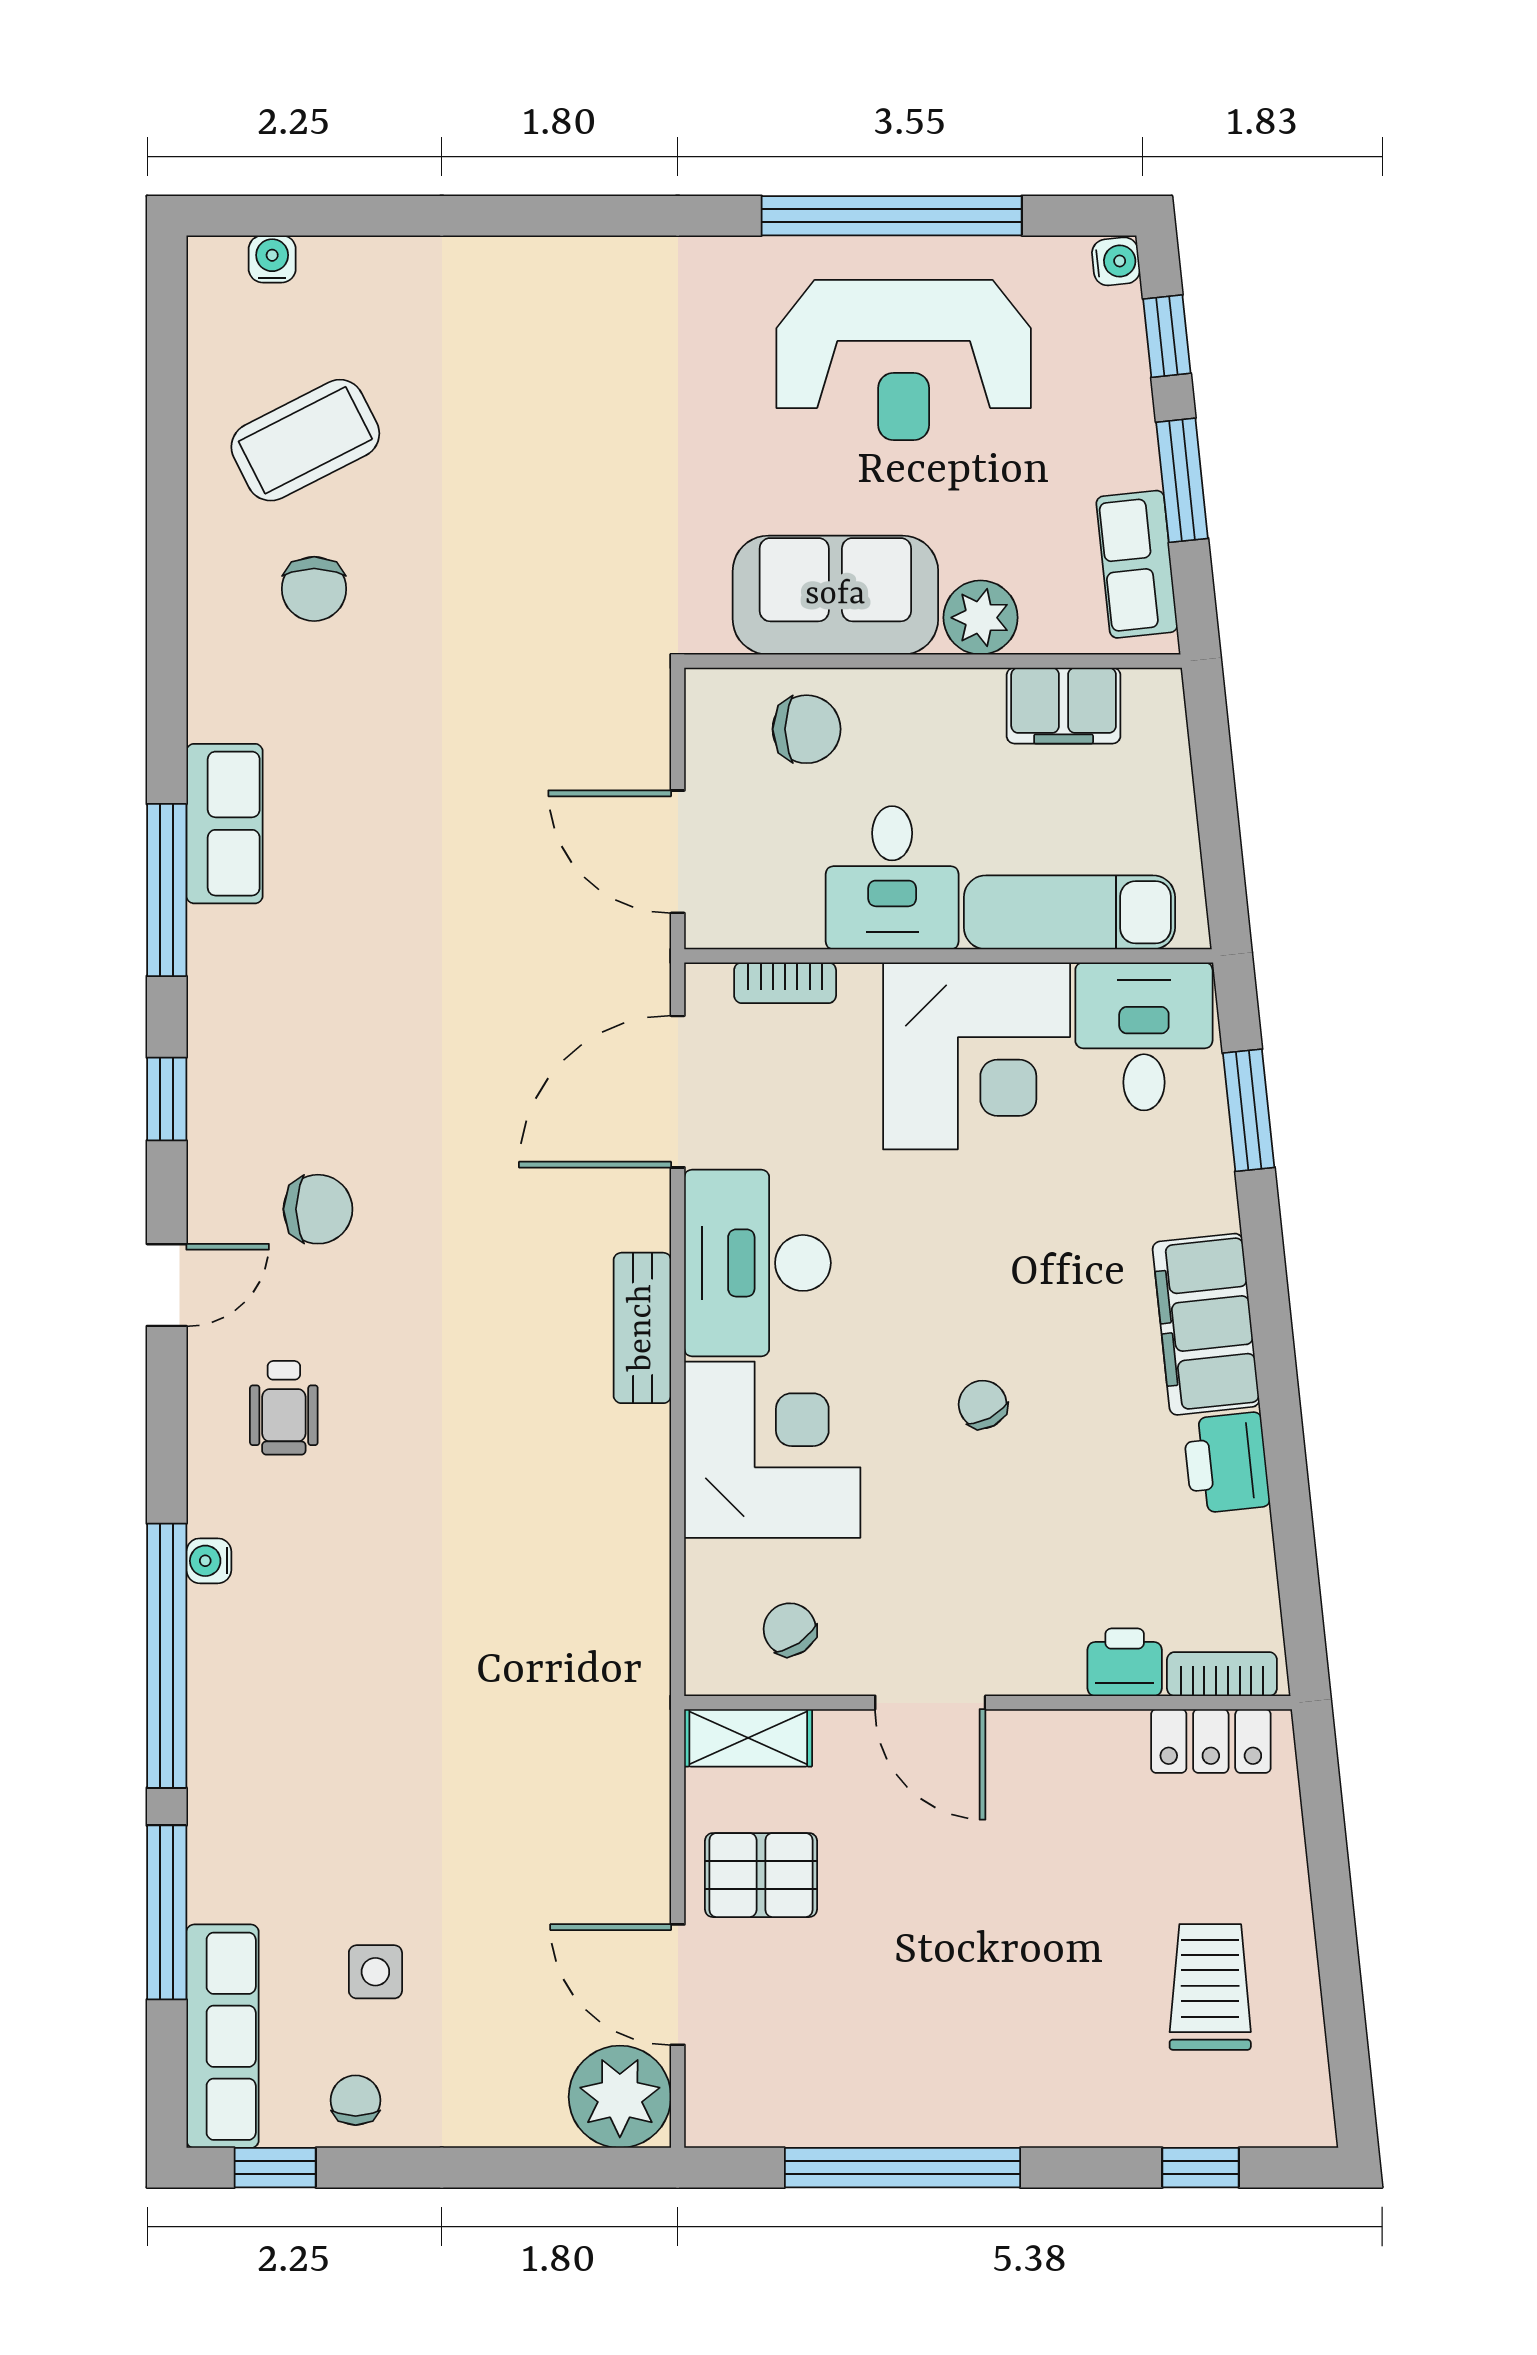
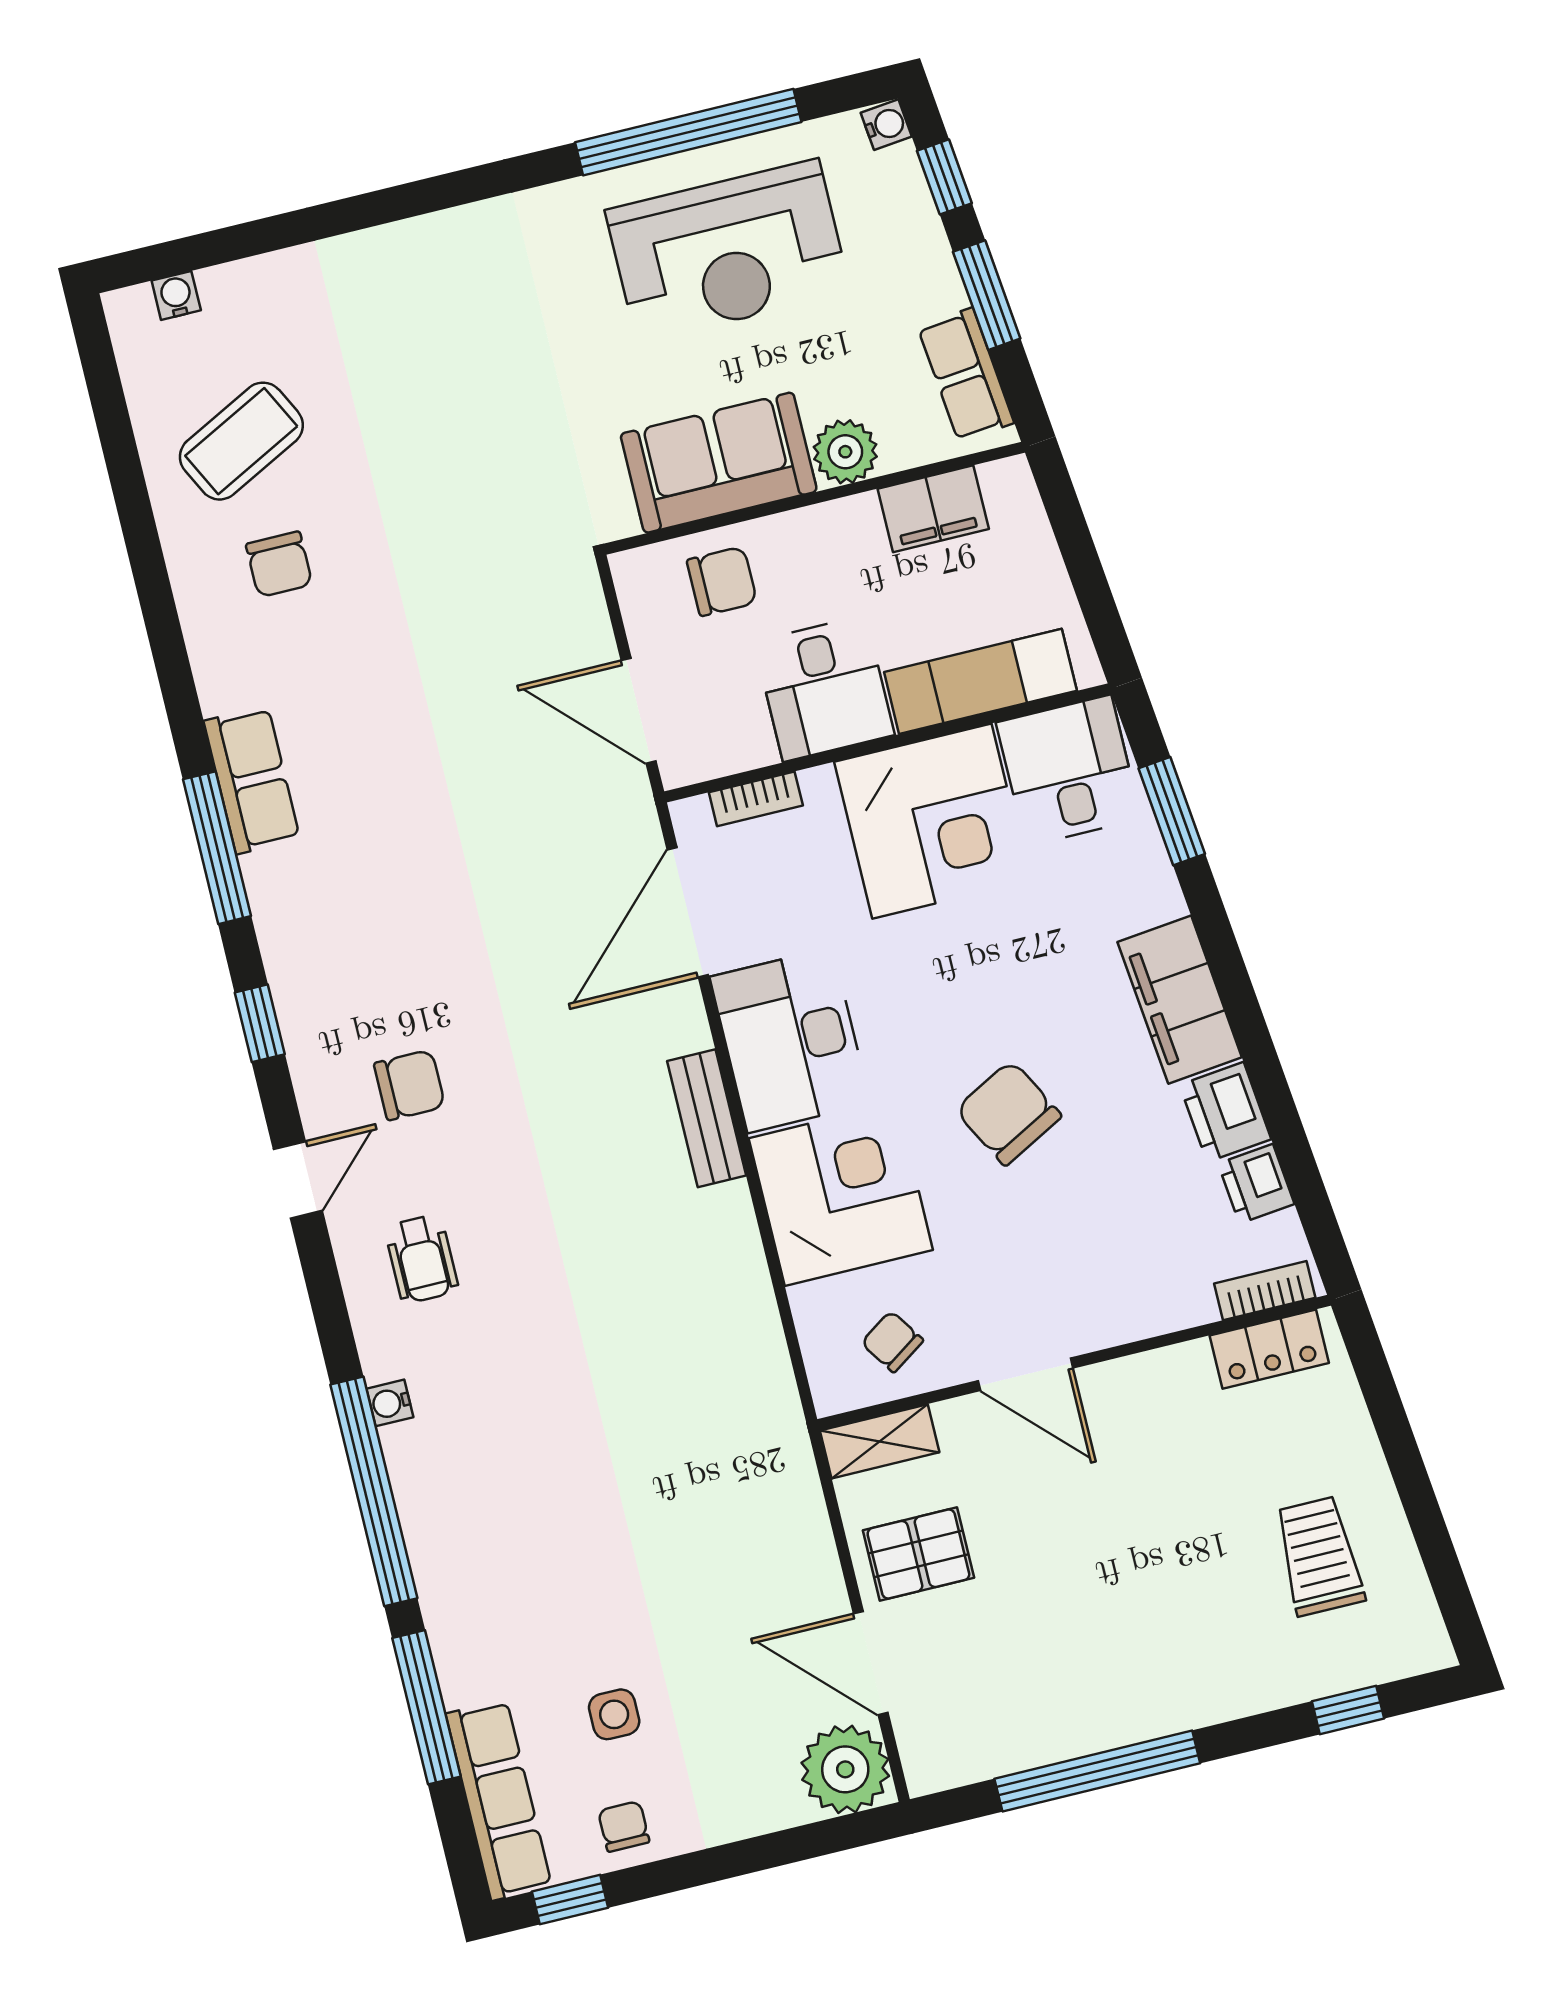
chair: (983, 1404) -> (1008, 1113), width x1.87, depth x1.87
printer: (1125, 1662) -> (1256, 1184), moved, turned -96

